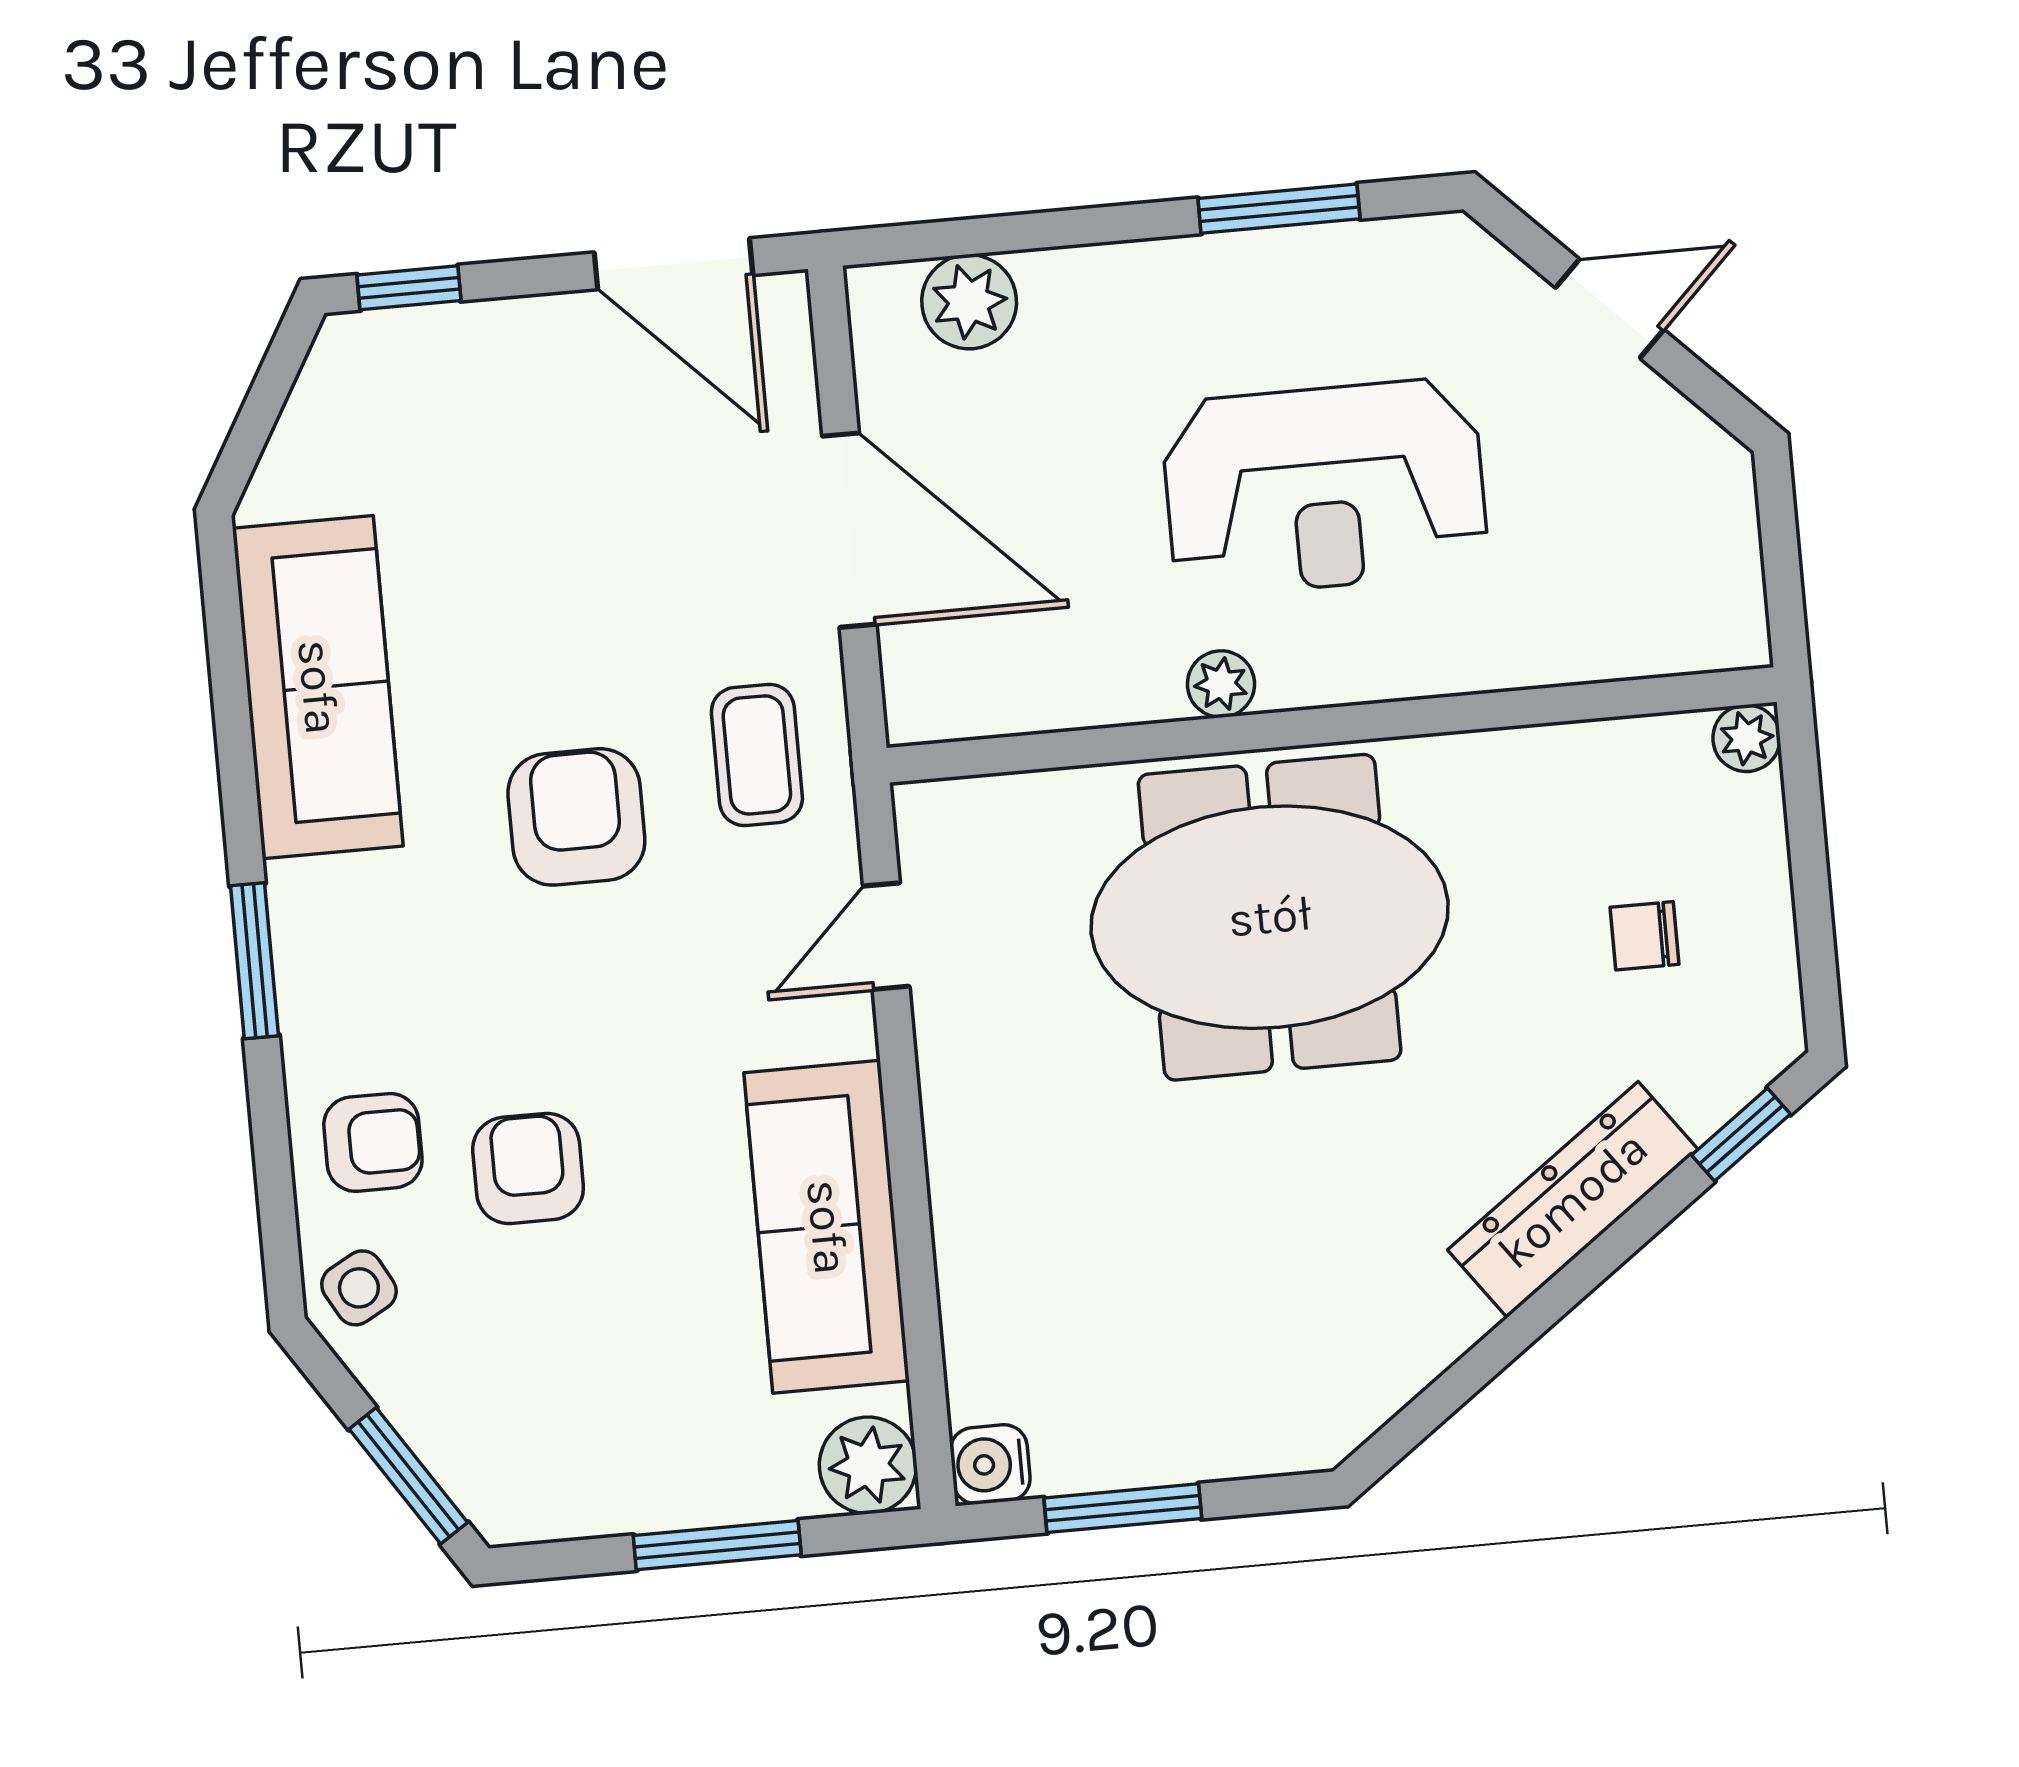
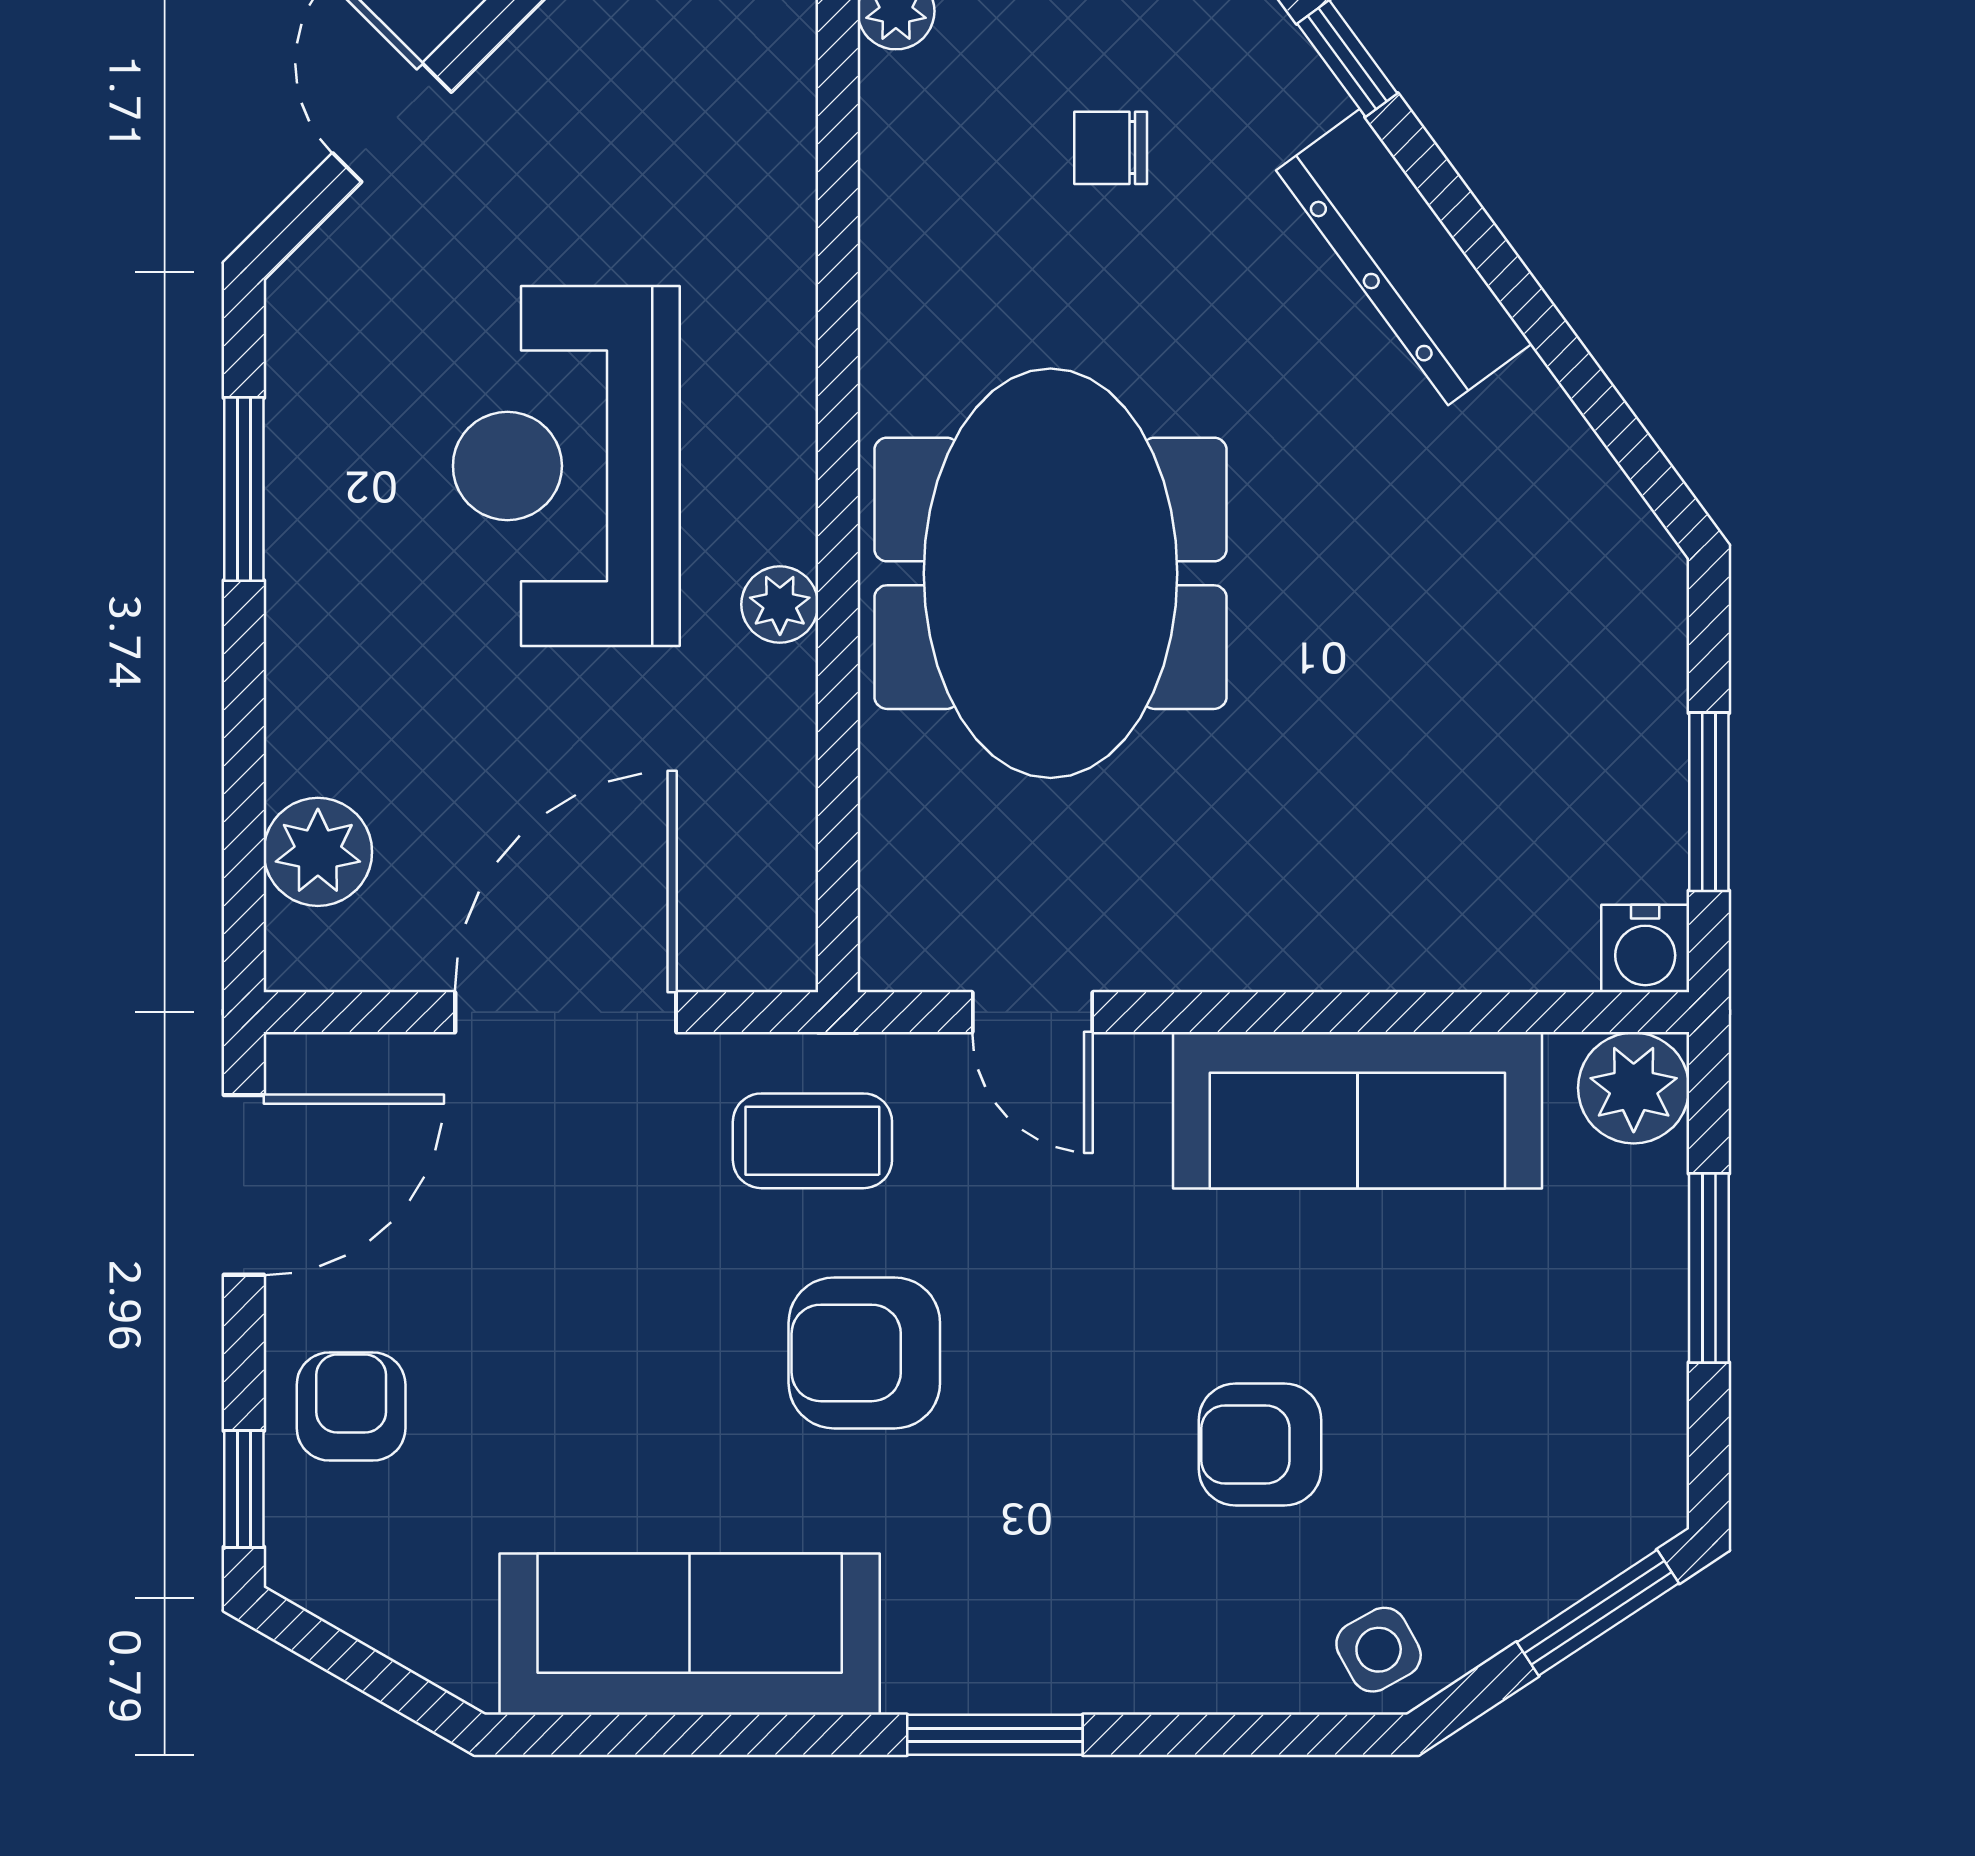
reception desk: (1325, 487) -> (566, 466), turned 180
chair: (1644, 936) -> (1111, 148), turned 90
armchair: (373, 1142) -> (351, 1406), moved

